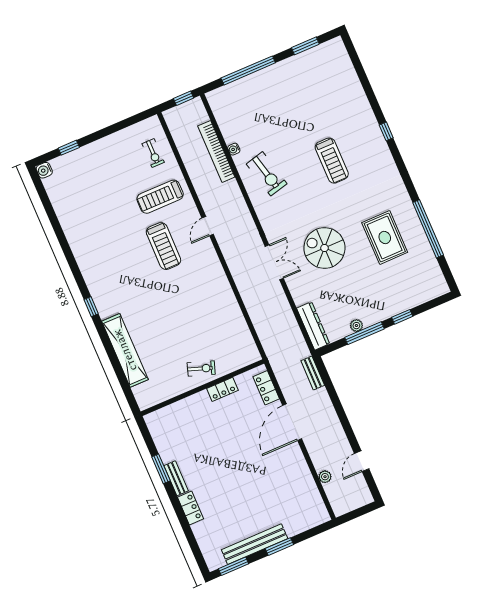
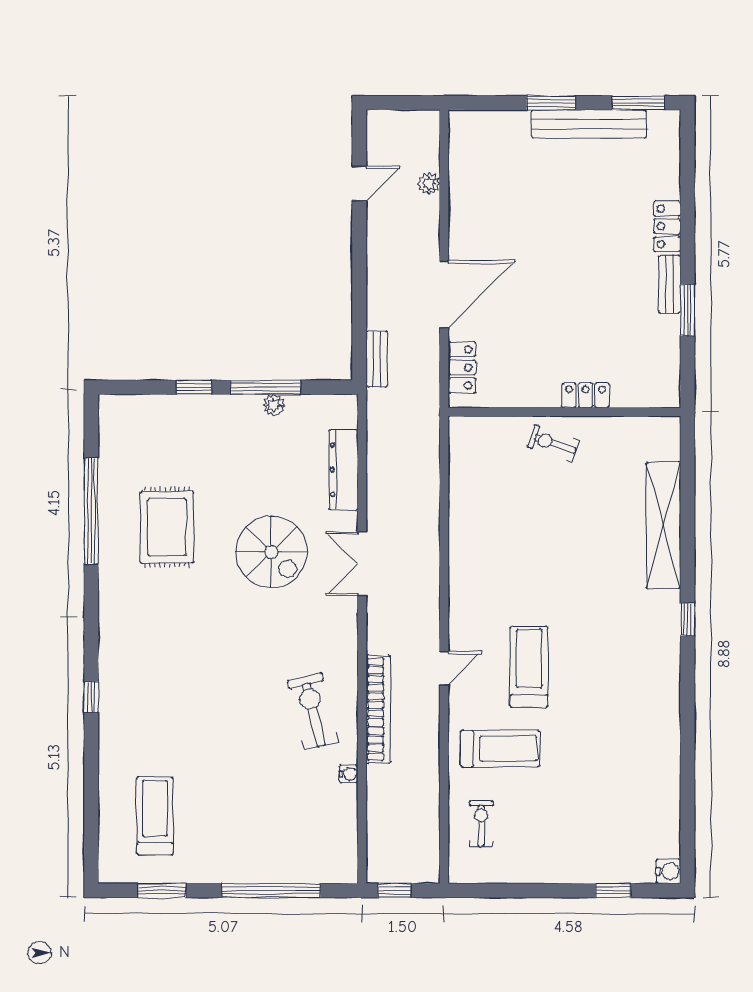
bookcase: (216, 151) -> (378, 709), moved
treadmill: (332, 161) -> (155, 816), moved
dresser: (313, 326) -> (344, 470), moved
locker: (222, 389) -> (586, 395), moved

